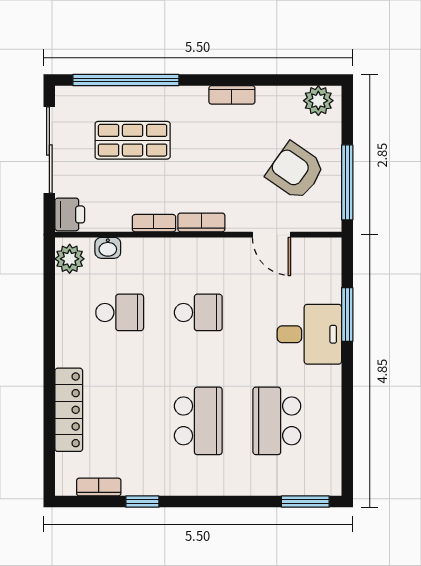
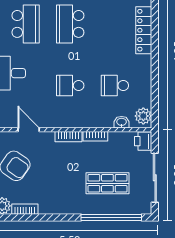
bookcase: (232, 95) -> (25, 209), moved

